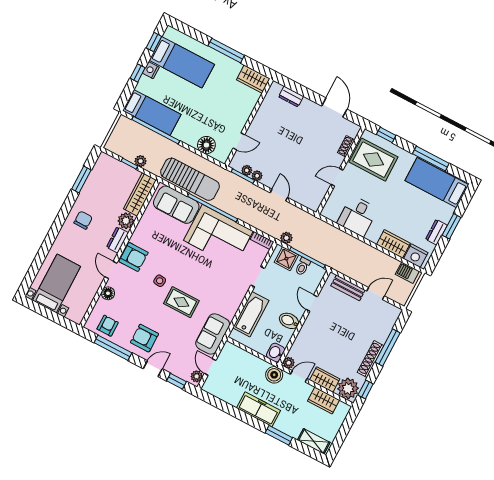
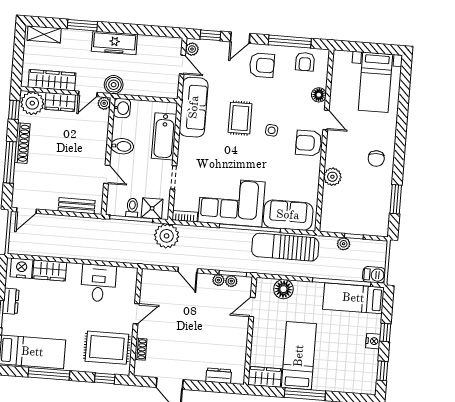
bed: (182, 62) -> (299, 356), moved, turned 90
wardrobe: (140, 194) -> (330, 210), removed
plant: (286, 238) -> (167, 236), width x1.88, depth x1.88
dresser: (117, 240) -> (333, 153), removed
barbecue: (407, 273) -> (374, 275), moved
door: (376, 294) -> (26, 211), moved
rug: (181, 302) -> (240, 118), turned 90
sofa: (213, 334) -> (194, 107), width x1.36
wardrobe: (324, 401) -> (52, 80), width x1.50

